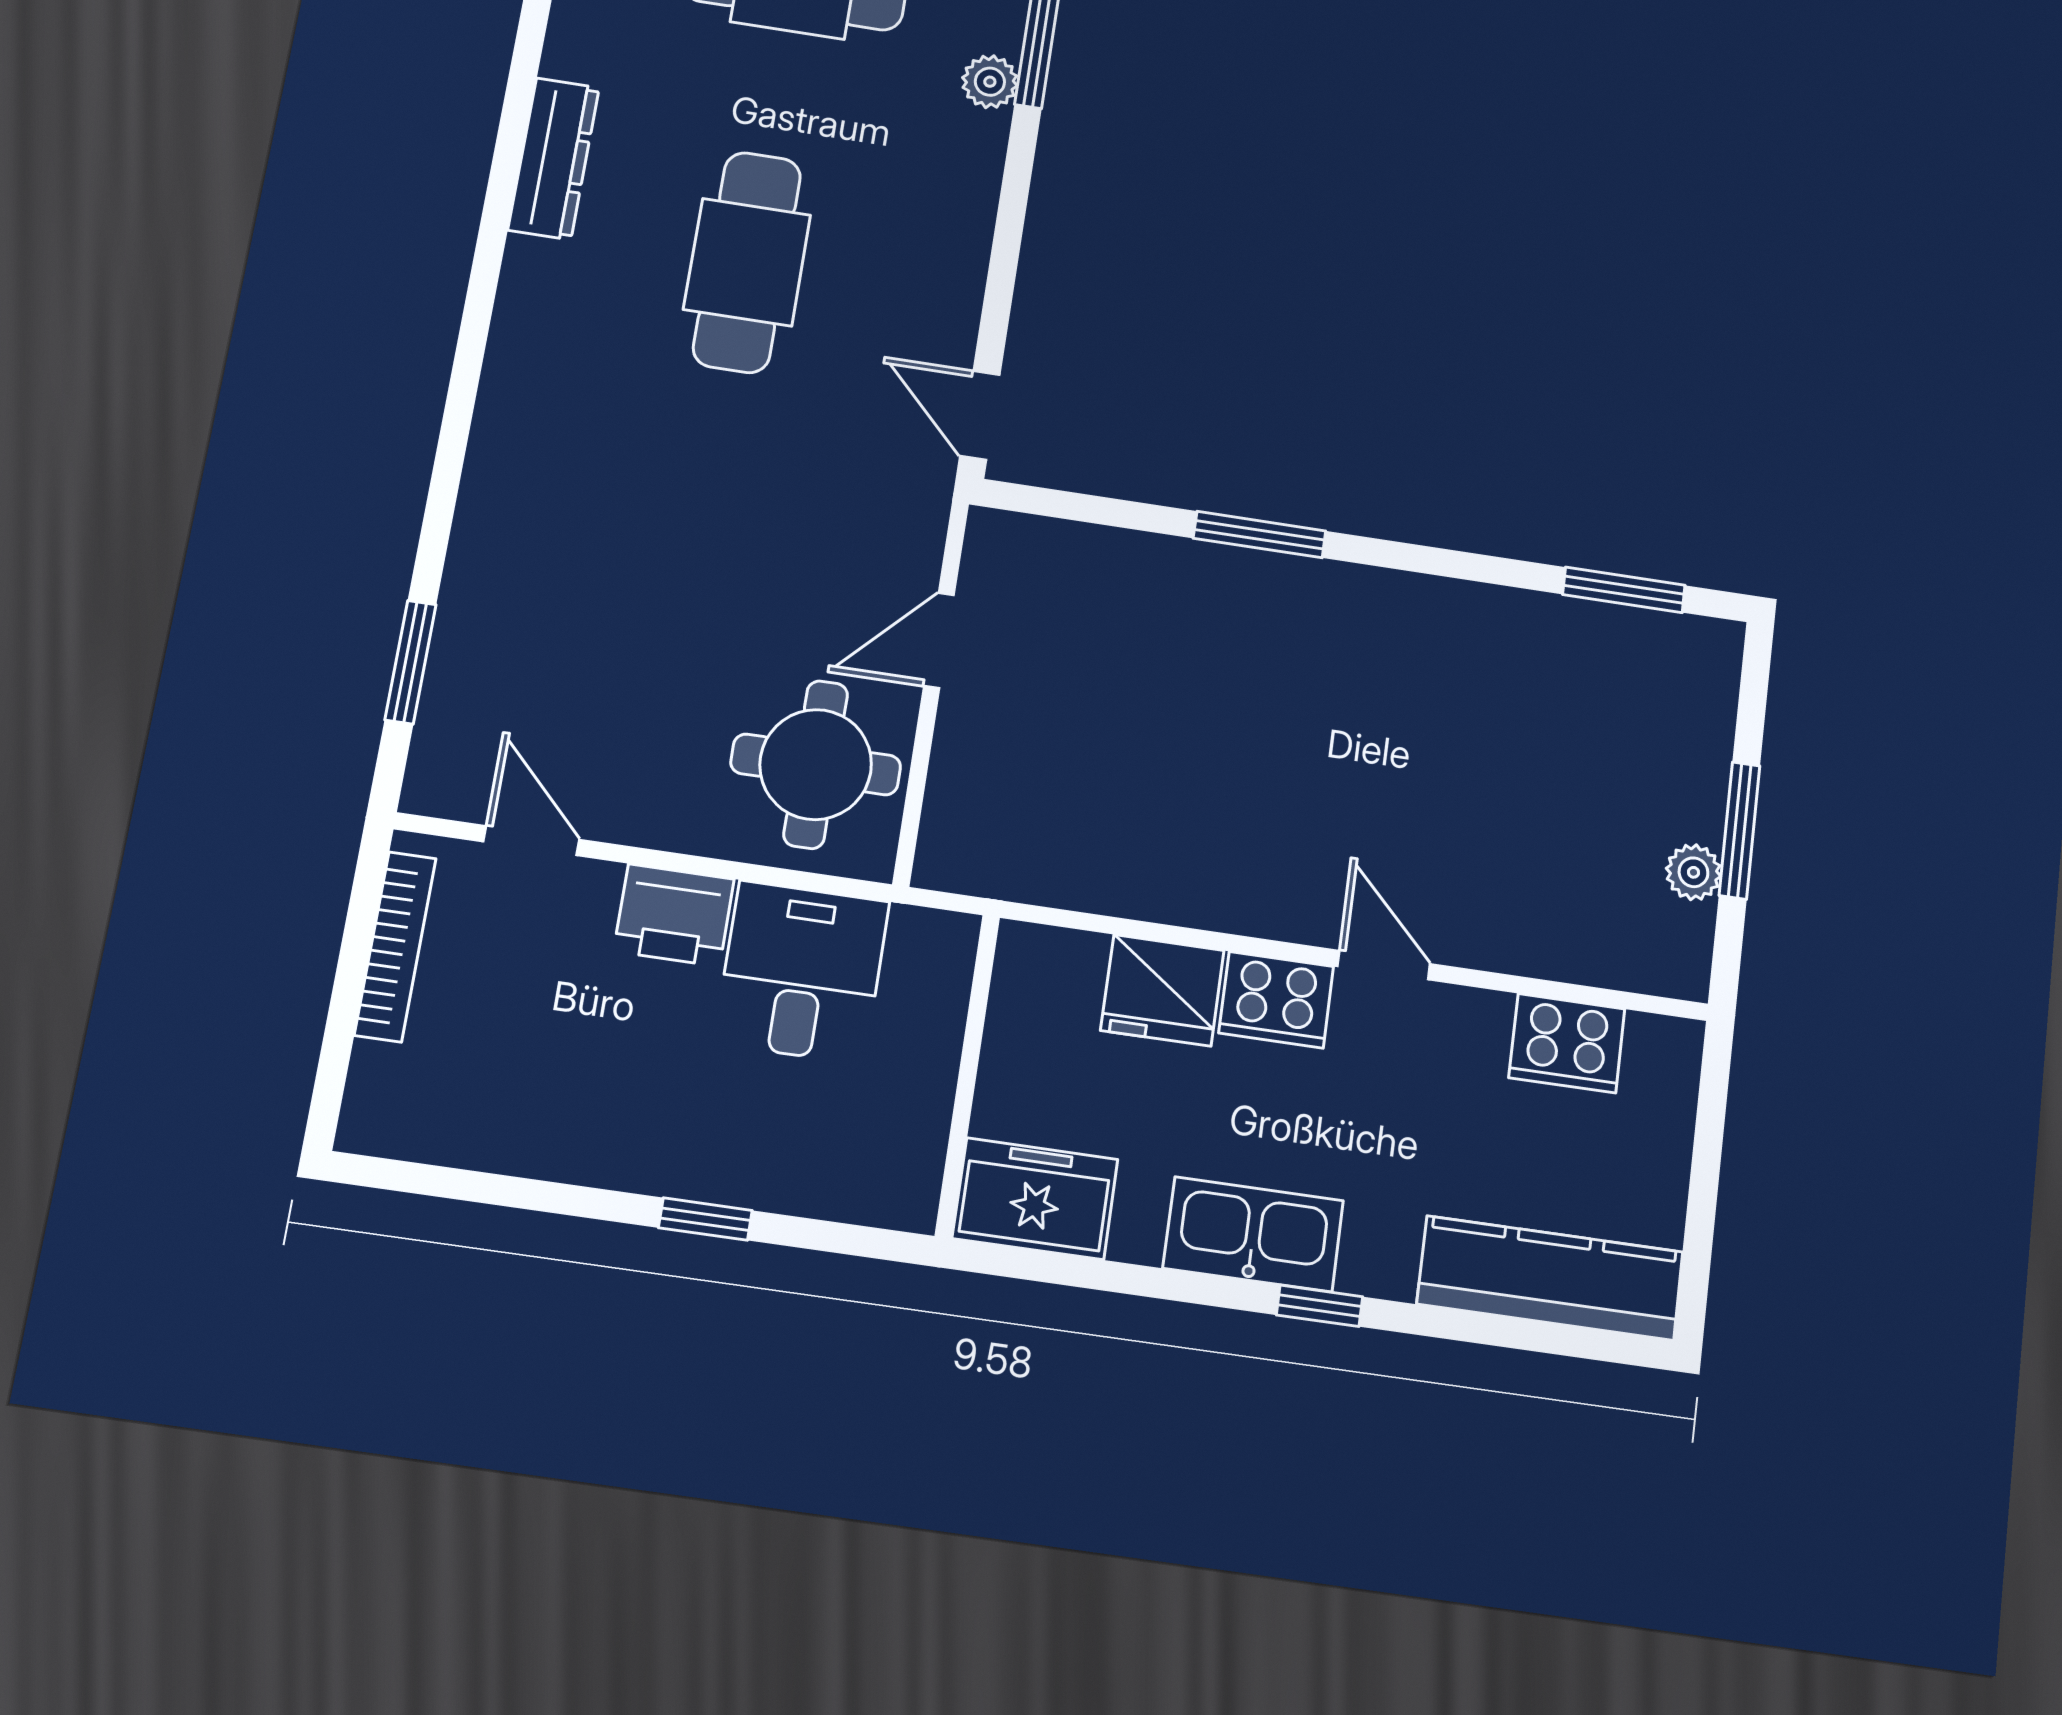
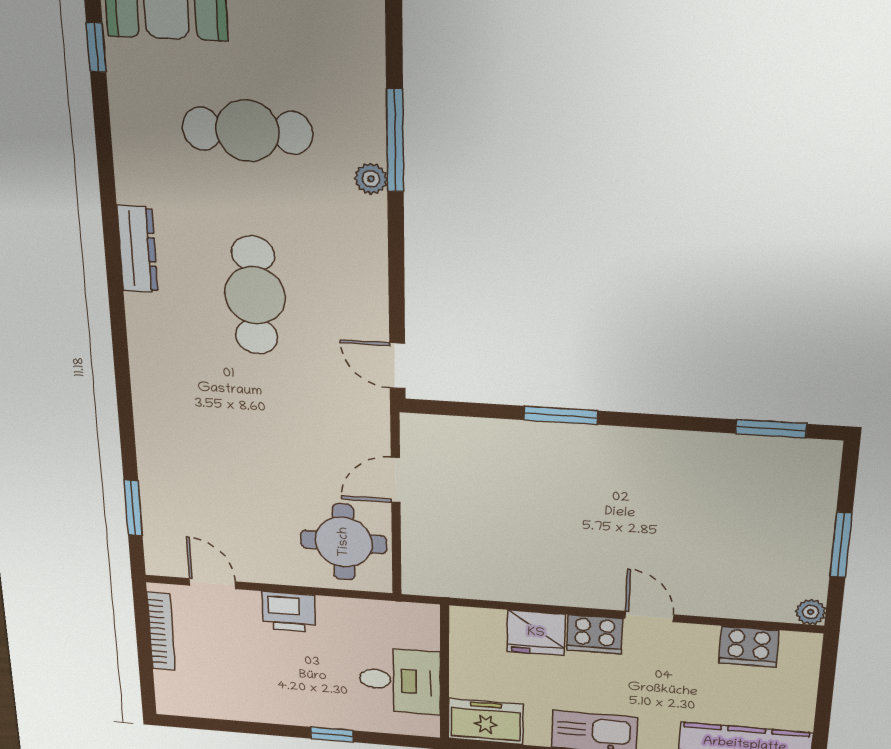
plant: (1693, 872) -> (811, 612), moved
desk: (802, 972) -> (400, 681), moved, turned 90

